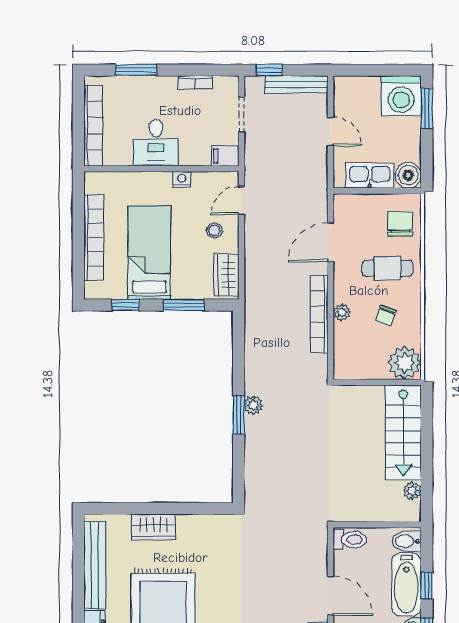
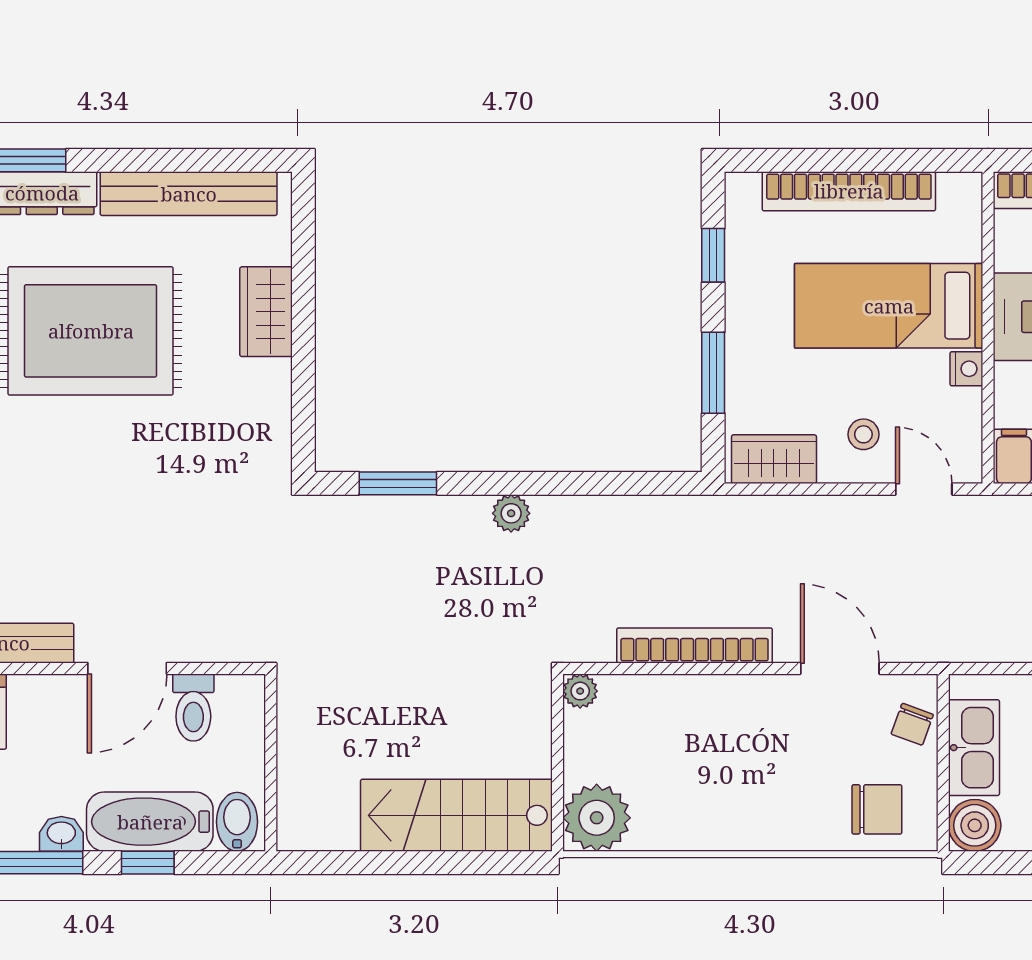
bed: (149, 253) -> (889, 306), moved, turned 180
cafe table: (387, 268) -> (787, 783), removed
plant: (342, 312) -> (580, 691), moved
chair: (386, 315) -> (912, 724), moved, turned -90
window: (239, 415) -> (398, 483), moved
plant: (412, 491) -> (339, 833), removed
toilet: (350, 540) -> (193, 708), moved

